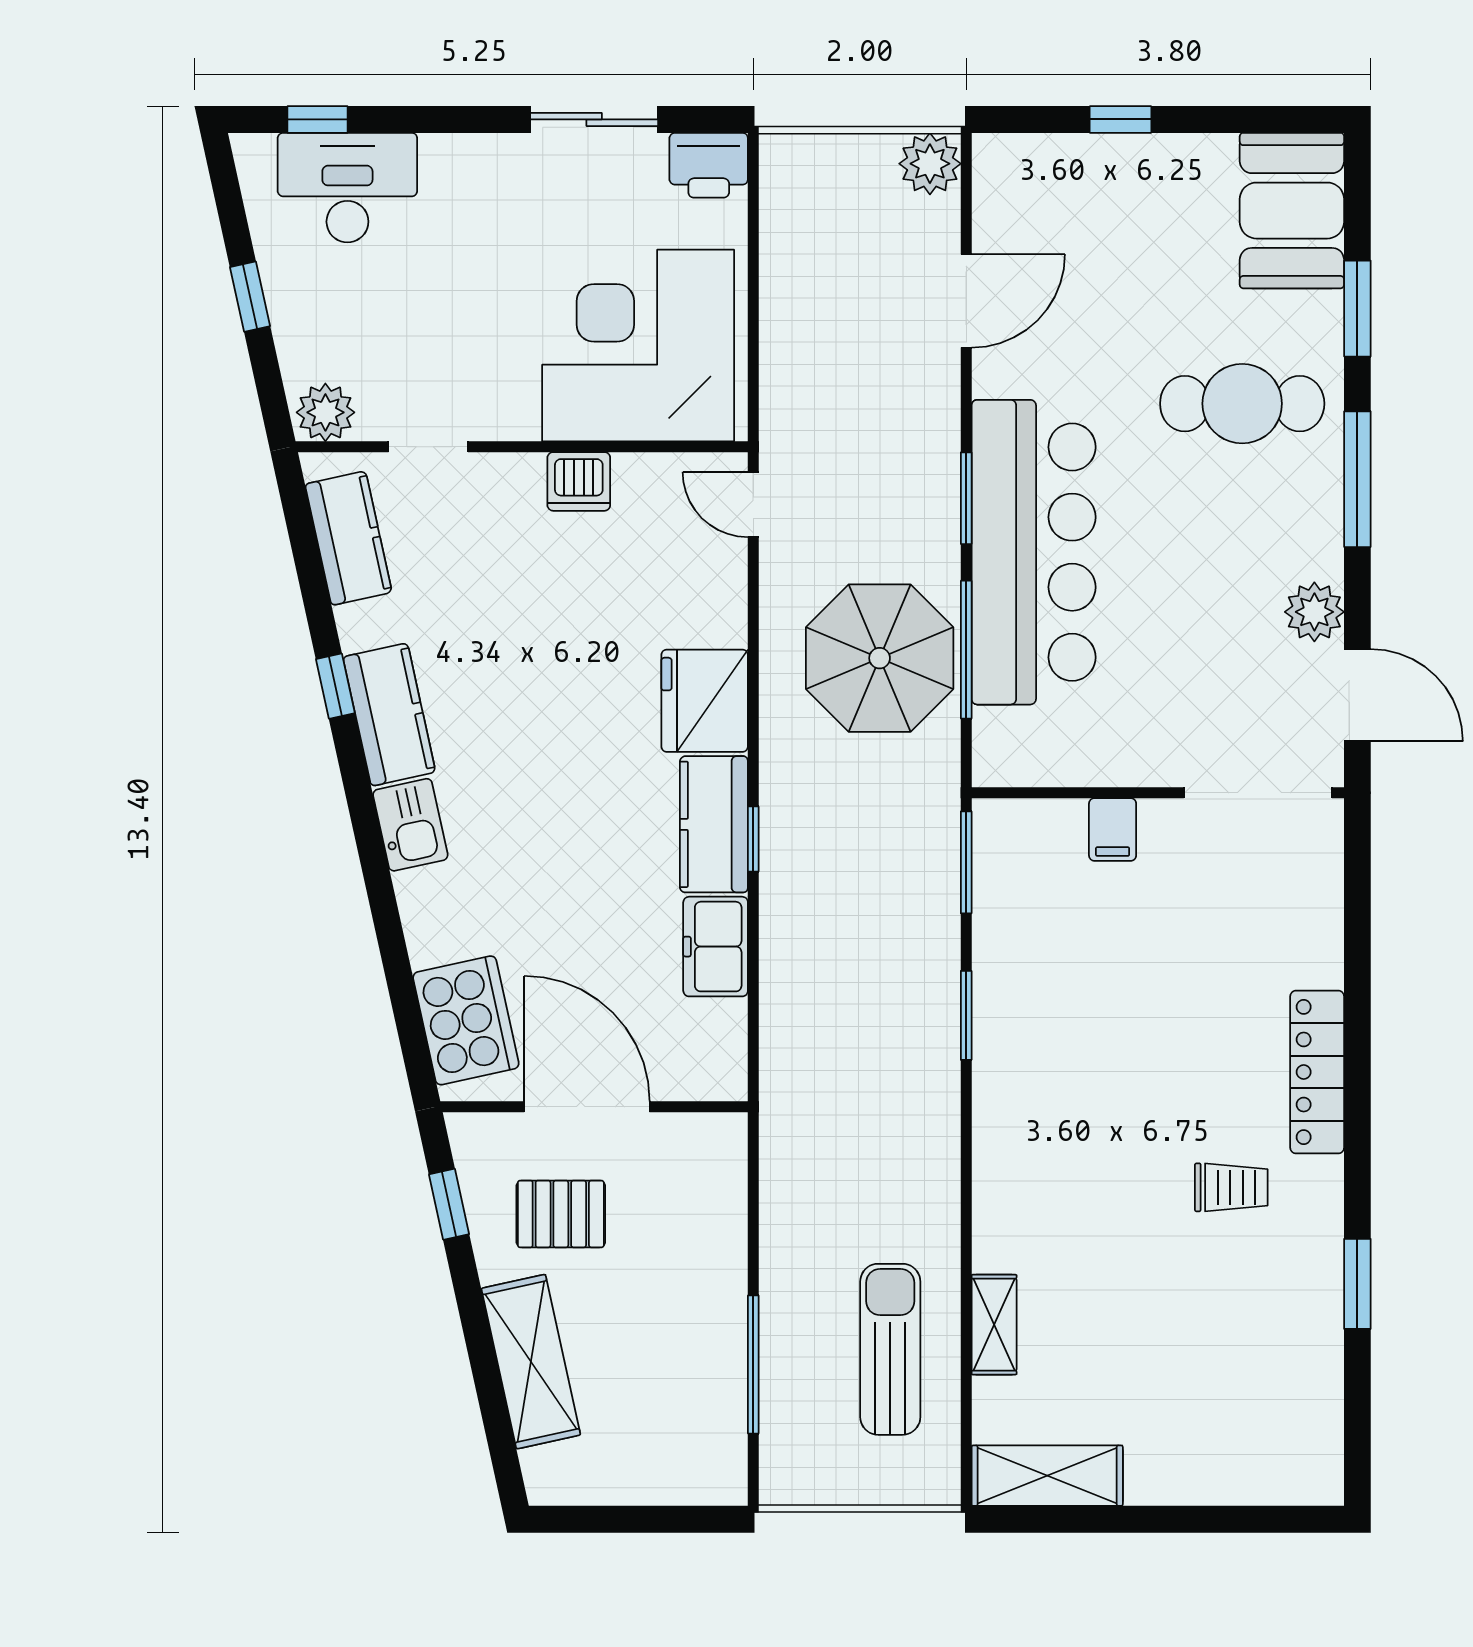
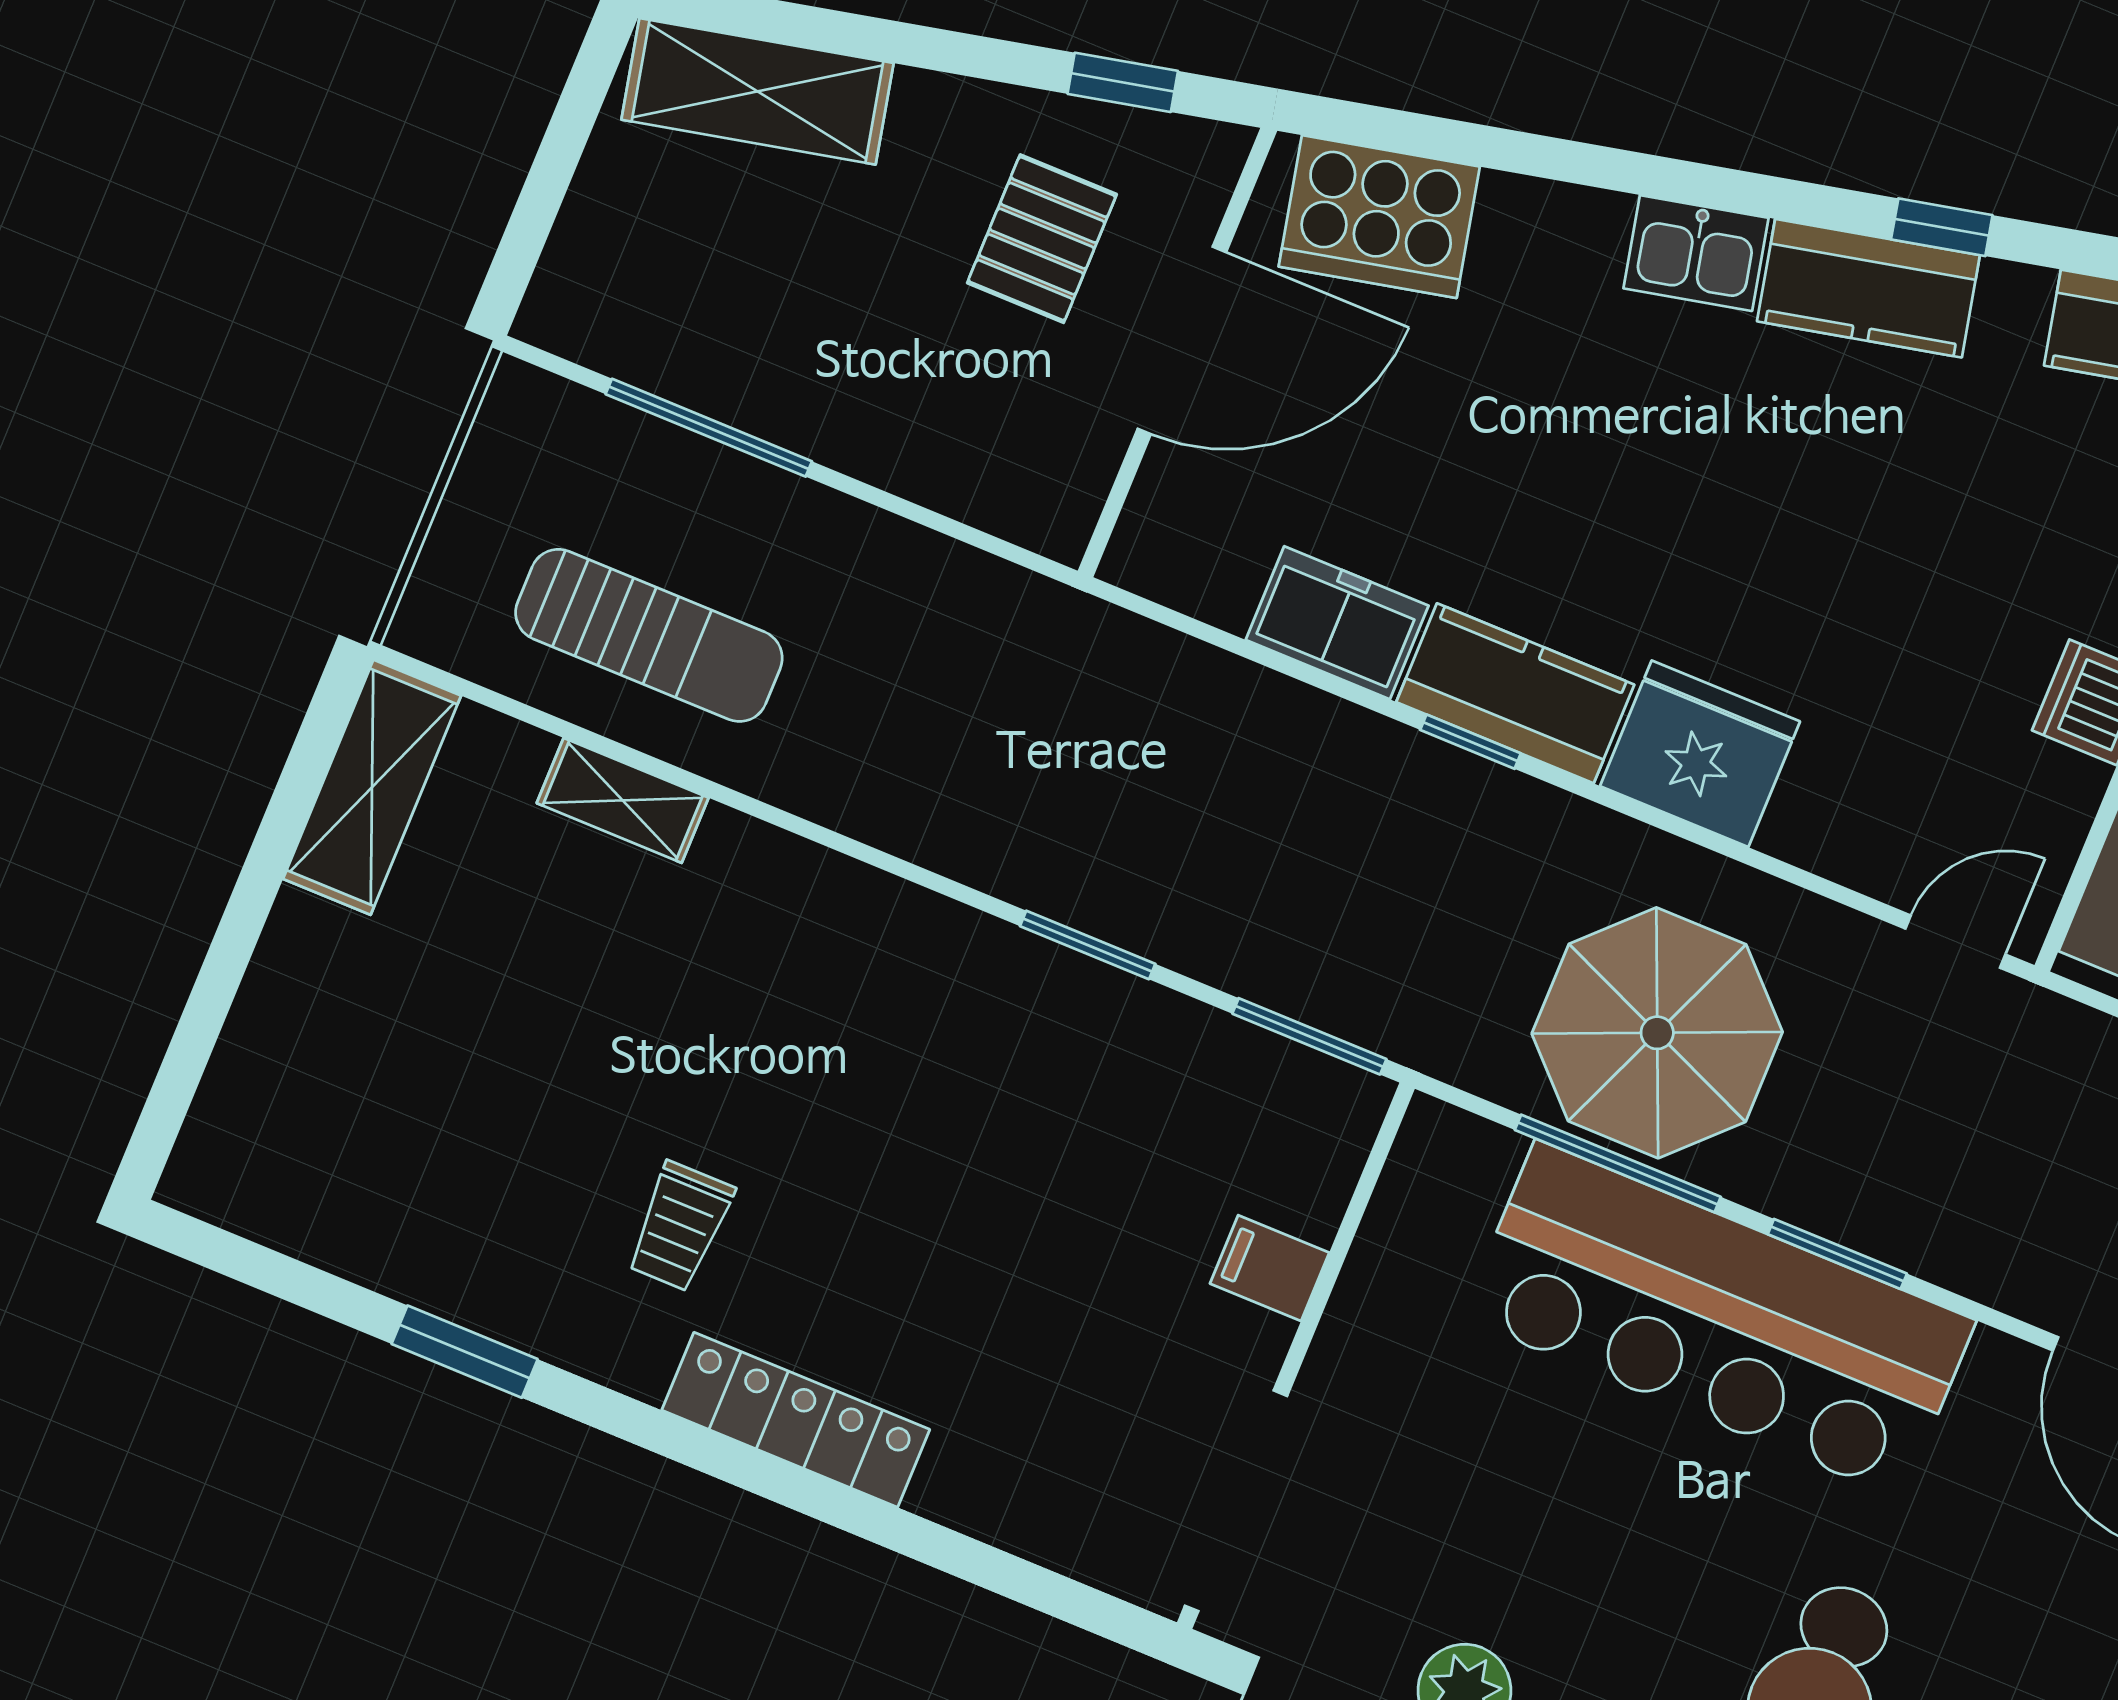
shelving: (531, 1362) -> (757, 91), moved

